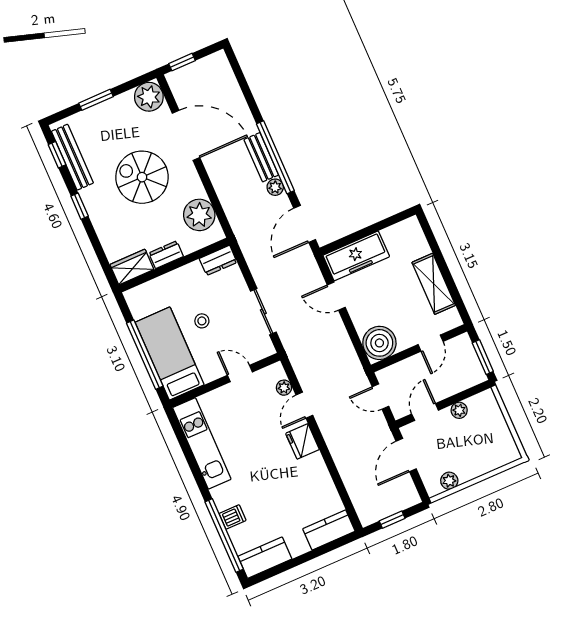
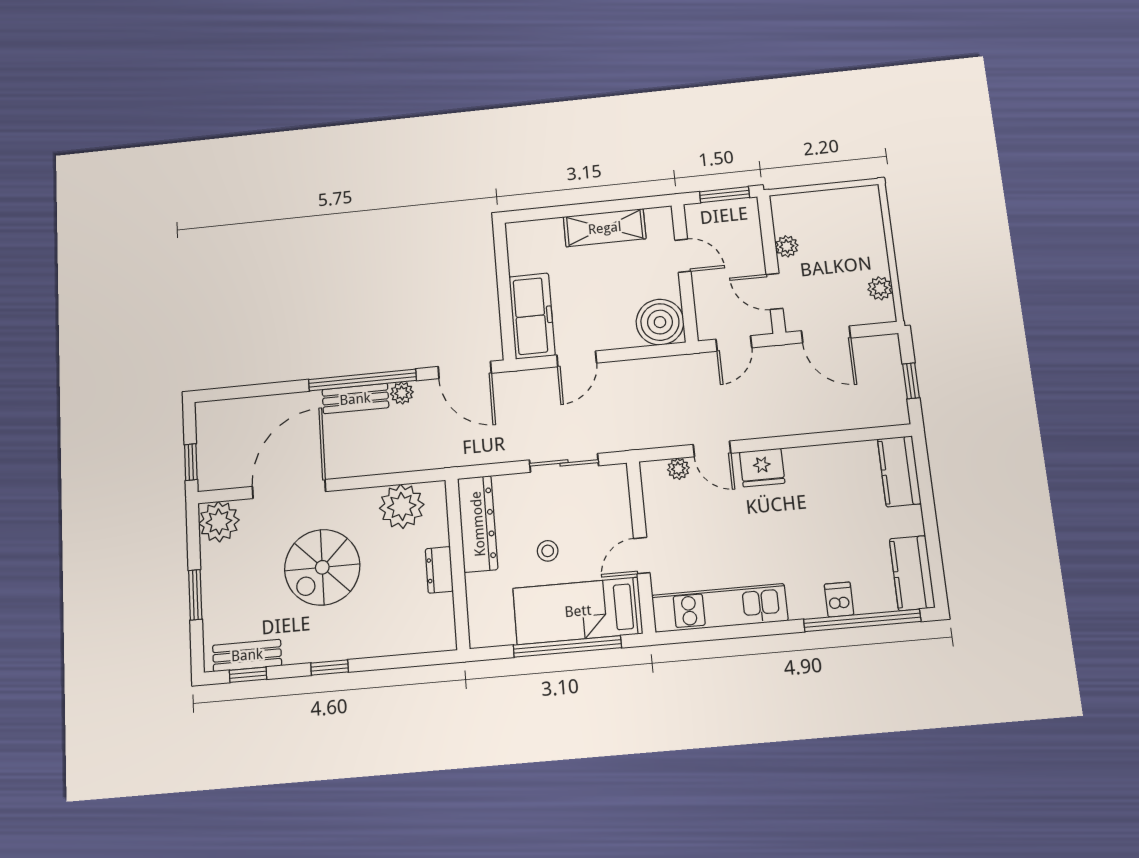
bench: (72, 157) -> (247, 655), width x0.73
dresser: (218, 260) -> (478, 524), width x1.96, depth x1.24
wardrobe: (132, 267) -> (439, 623), removed
door: (240, 374) -> (642, 556), moved

